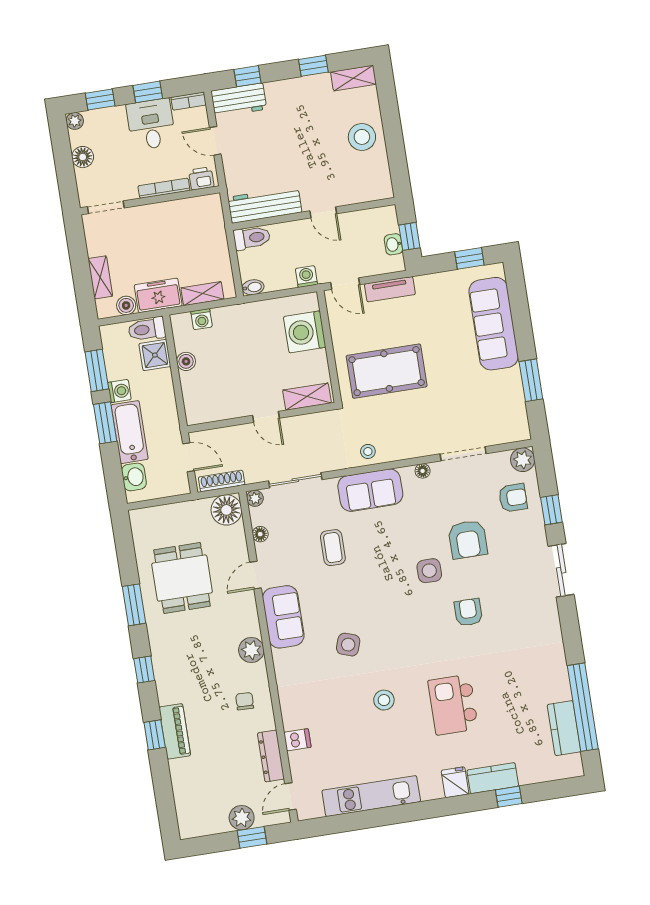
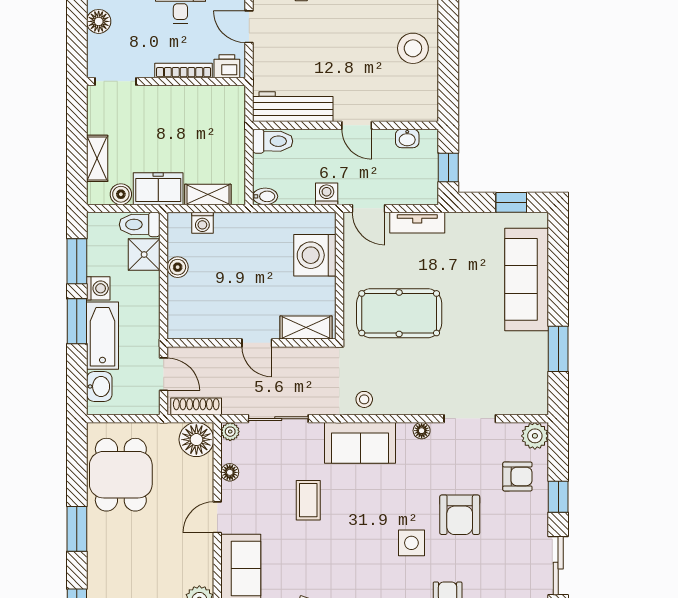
washbasin: (393, 244) -> (407, 138), moved, turned -90
dining table: (182, 578) -> (121, 475), moved

